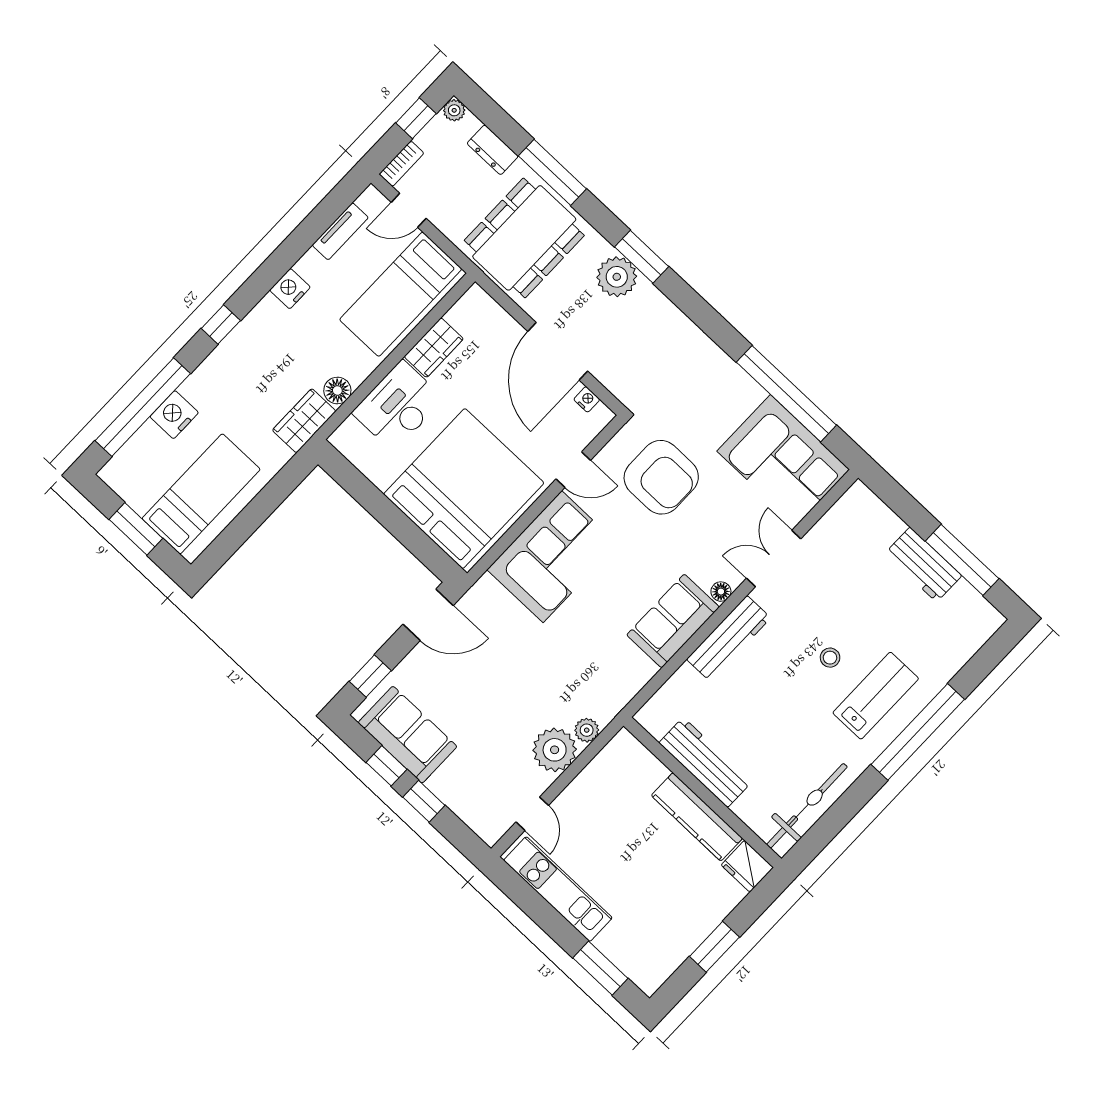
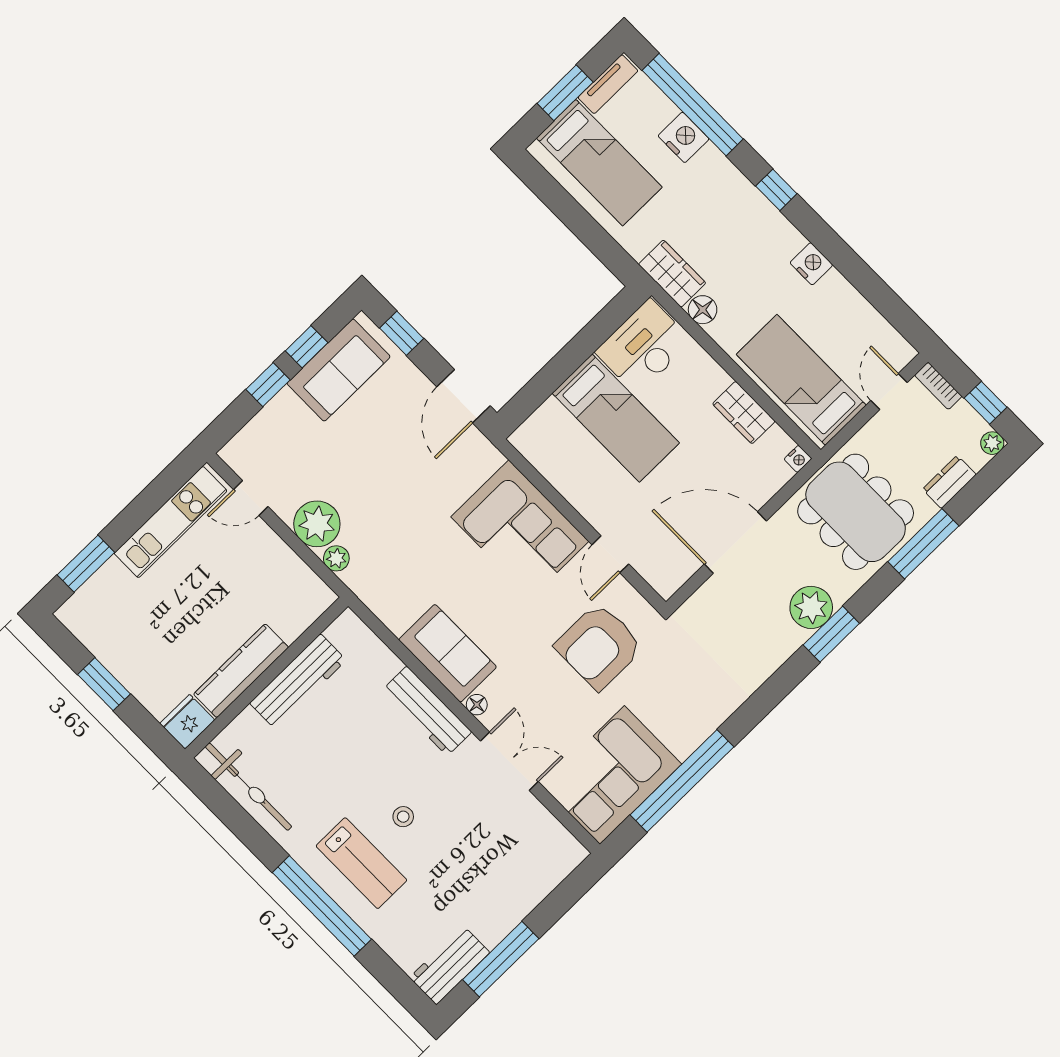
tv unit: (340, 231) -> (608, 84), moved, turned -90
nightstand: (587, 399) -> (798, 459), moved
desk: (398, 406) -> (644, 347), moved, turned -90
bed: (464, 489) -> (616, 418), width x0.49
workbench: (923, 564) -> (450, 965), moved

